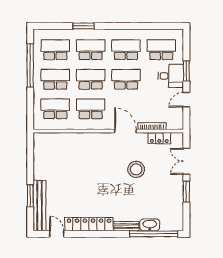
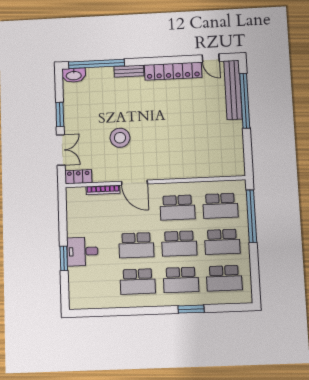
school desk: (161, 50) -> (95, 283), removed
window: (30, 65) -> (251, 216), moved
door: (186, 100) -> (63, 223), removed
locker: (159, 138) -> (78, 177), moved
window: (30, 196) -> (245, 101), width x2.11
washbasin: (150, 225) -> (74, 75), moved

